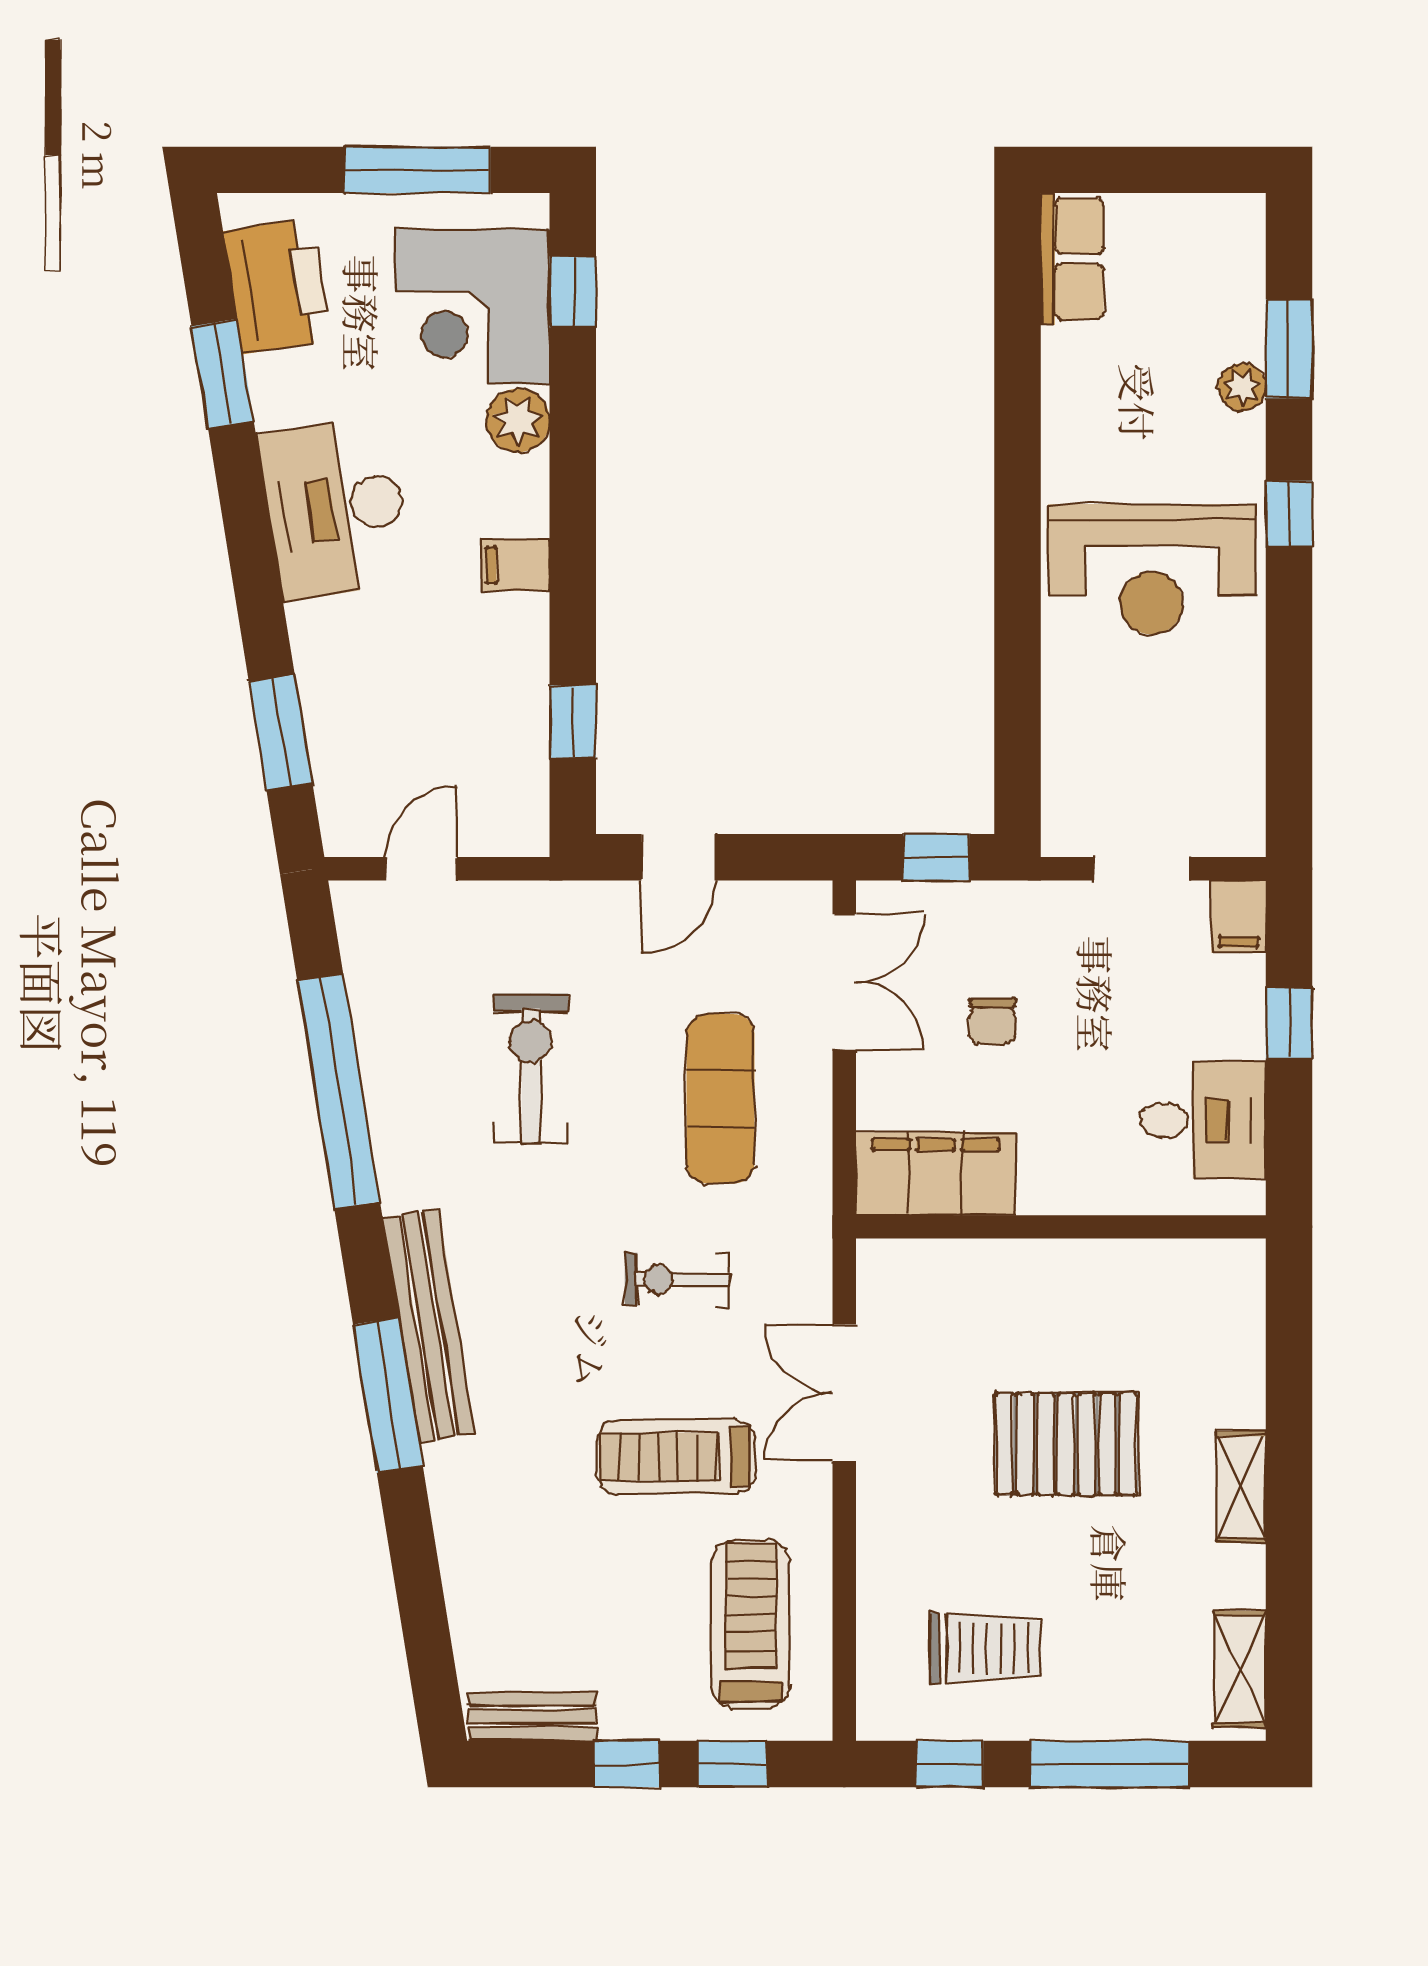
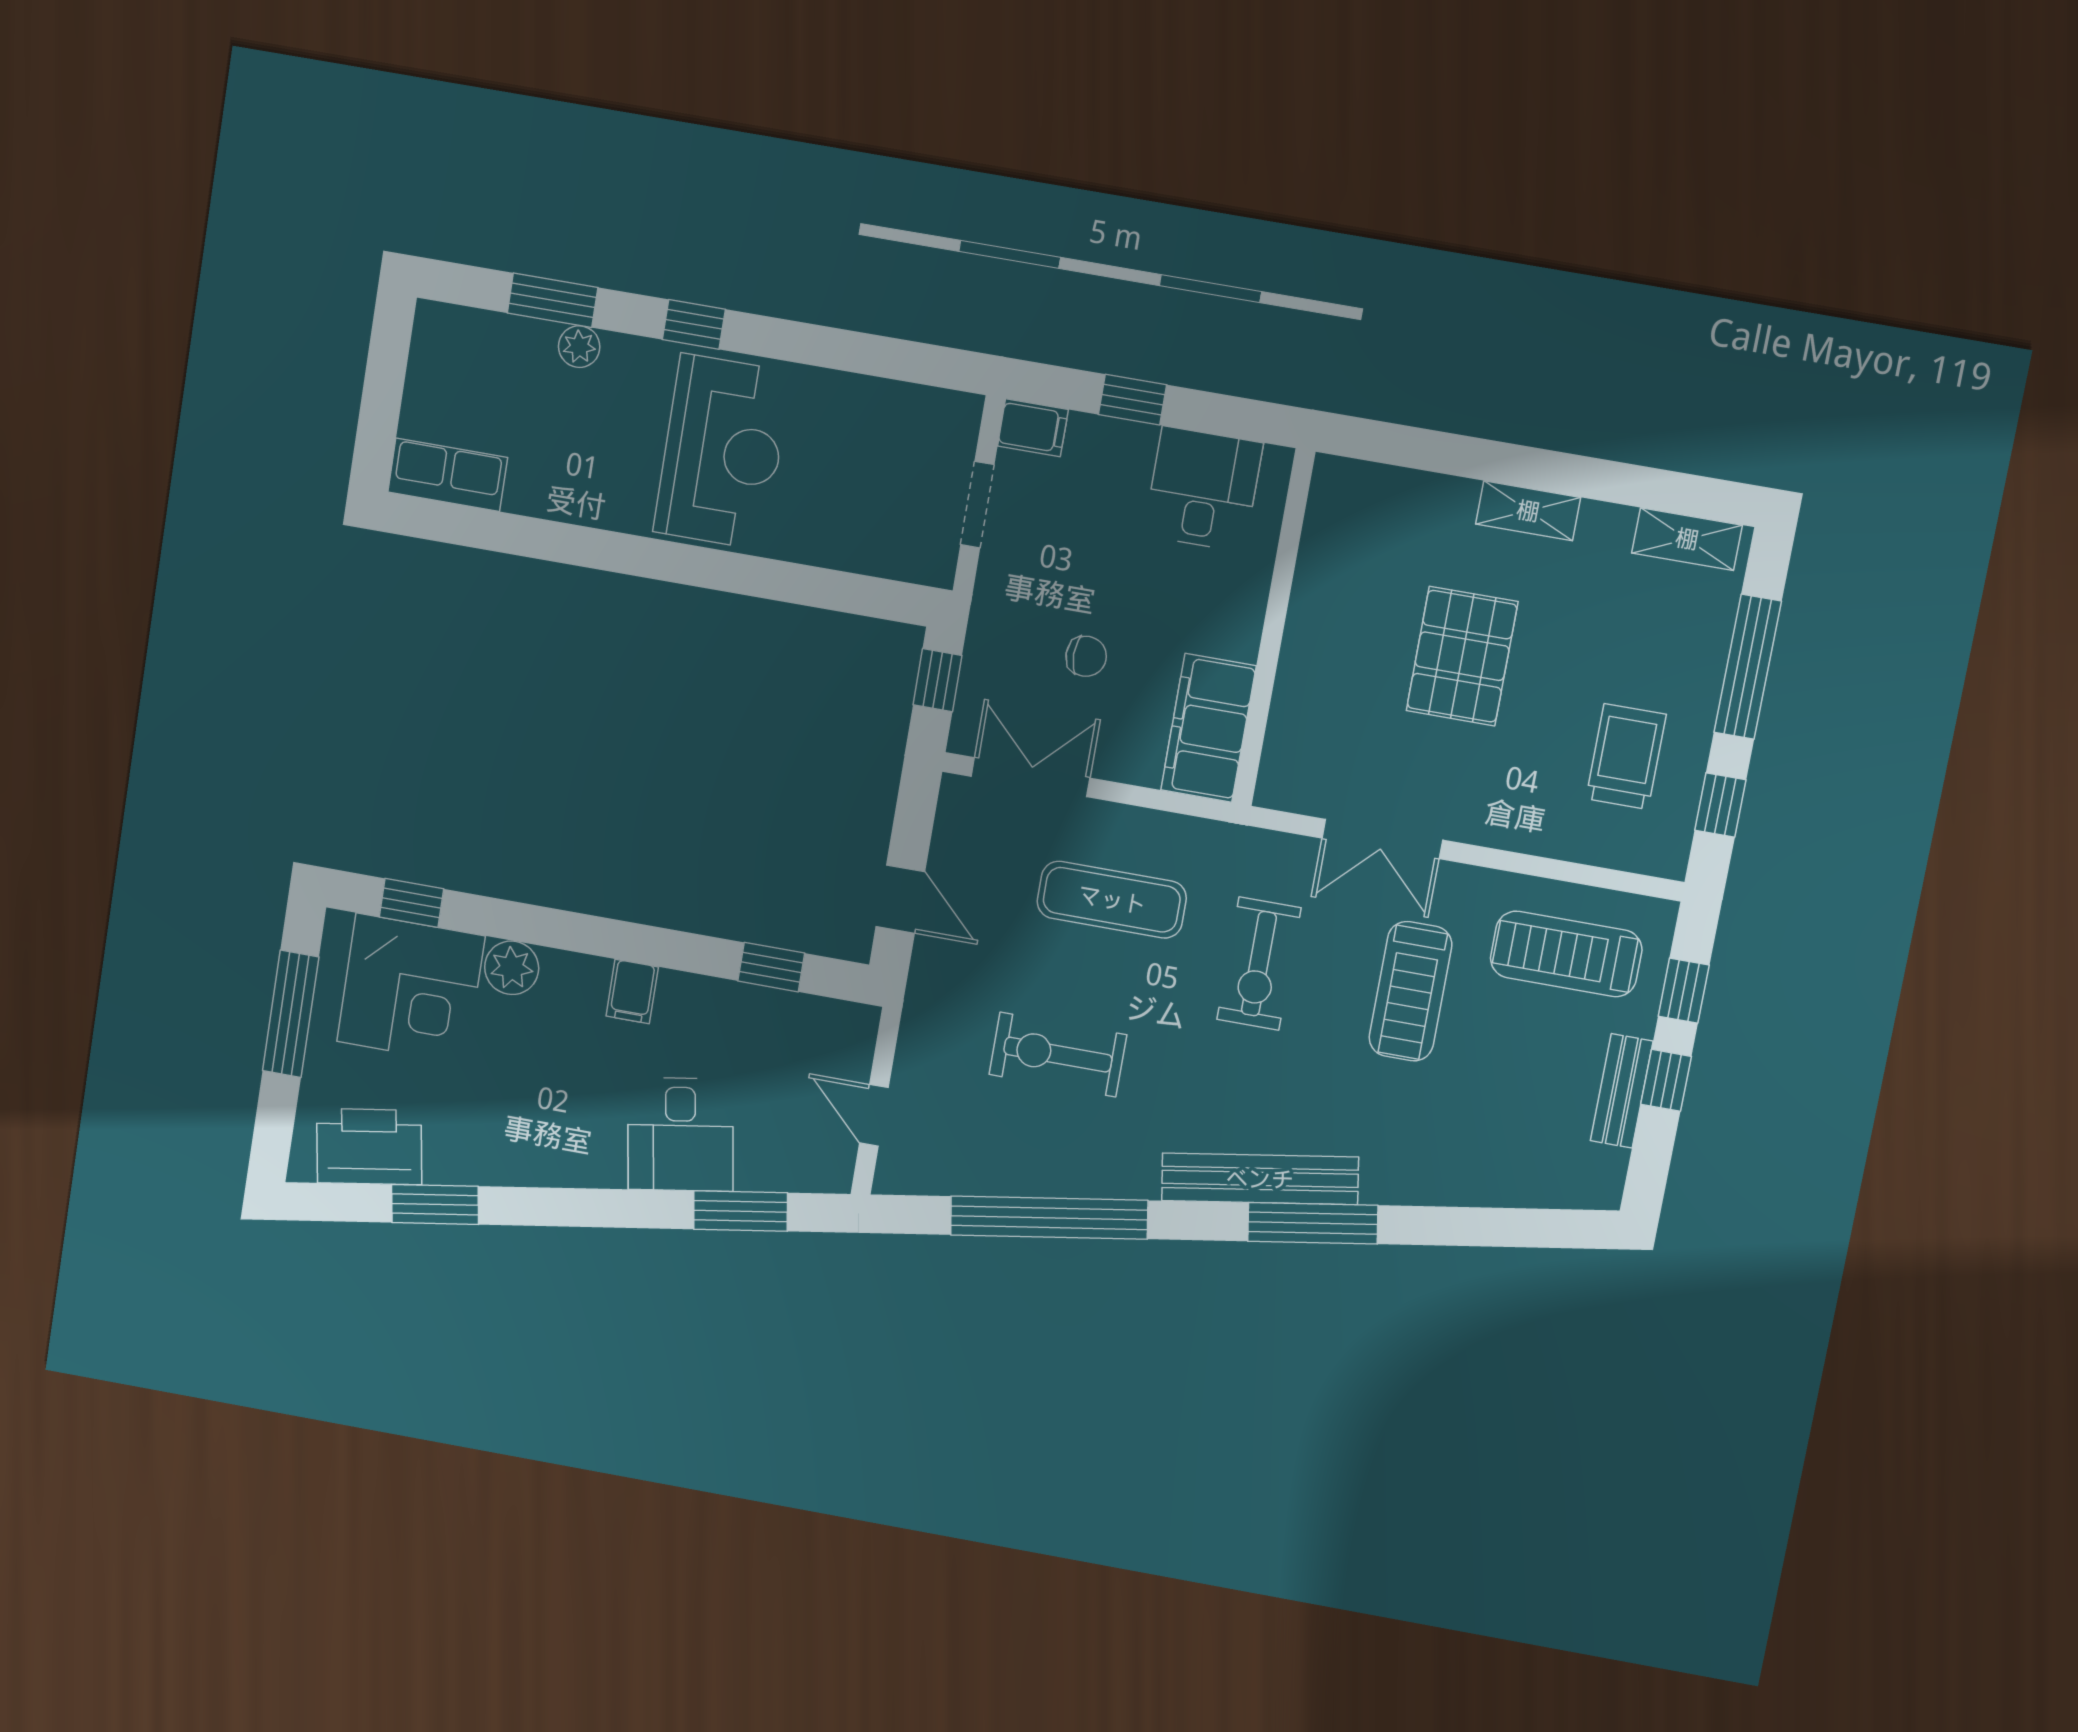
desk: (335, 508) -> (680, 1134), moved, width x0.73
exercise bike: (677, 1279) -> (1259, 964), width x1.38, depth x1.39
bench: (533, 1716) -> (1622, 1091), moved

